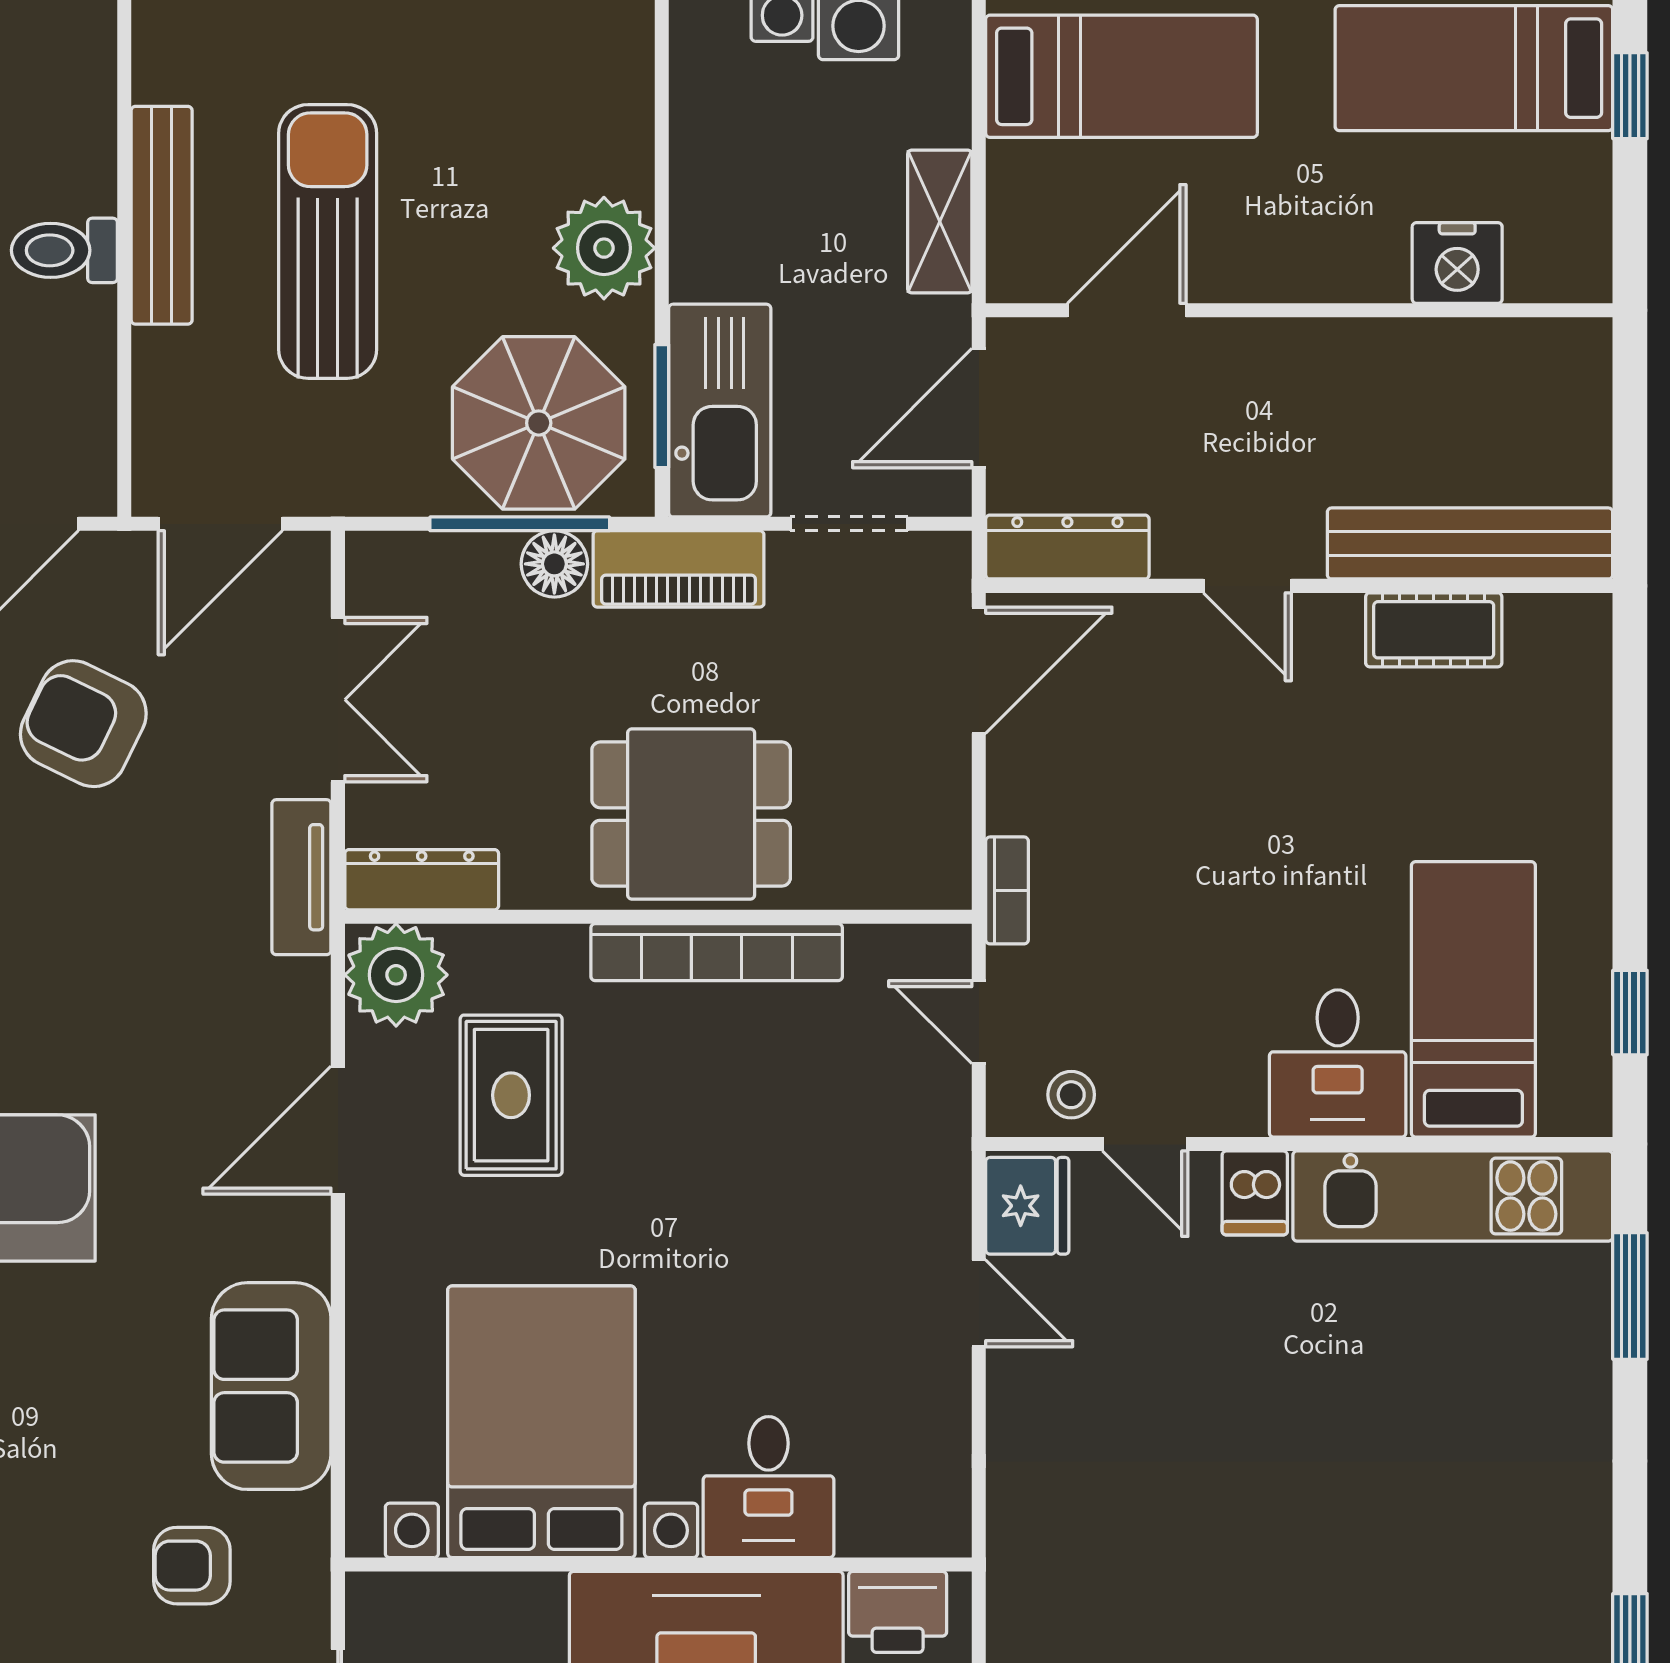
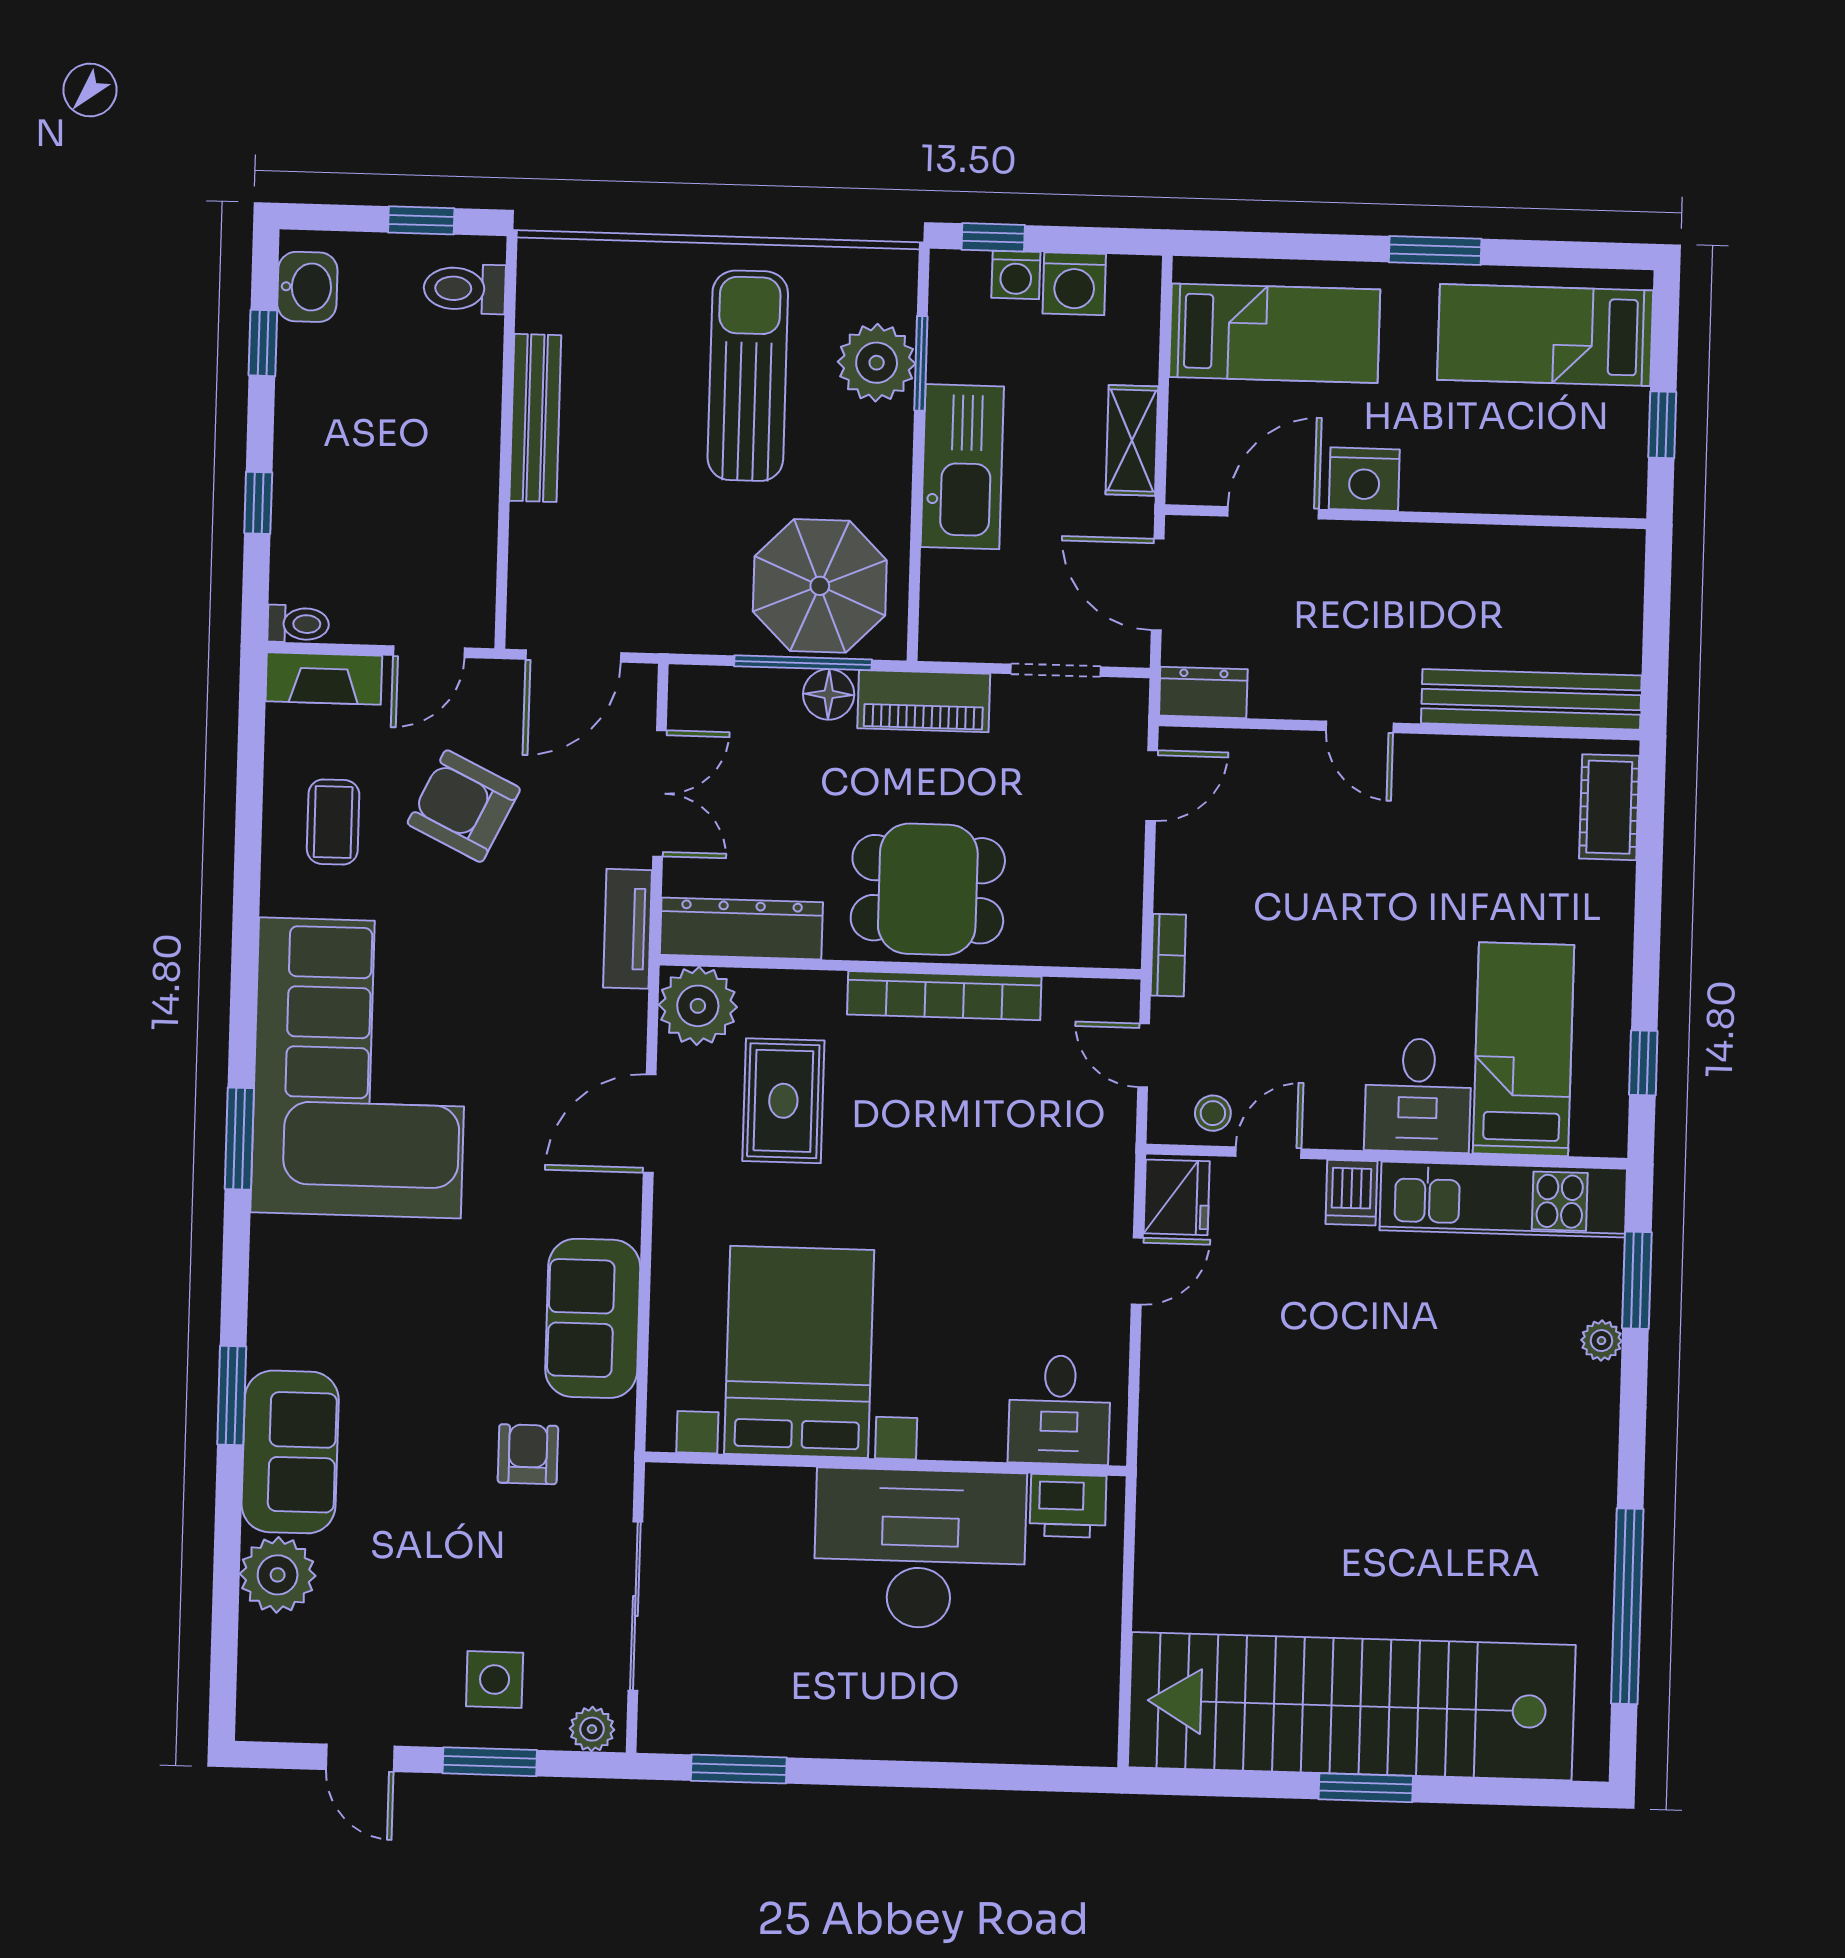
window: (1630, 96) -> (1662, 425), moved
sun lounger: (328, 241) -> (748, 376), moved
plant: (604, 248) -> (877, 363), moved
toilet: (64, 250) -> (465, 289), moved
nightstand: (1457, 263) -> (1364, 479), moved
window: (662, 406) -> (921, 363), moved
door: (979, 408) -> (1158, 584), hinge flipped
kitchen sink: (720, 411) -> (962, 467), moved
dresser: (1067, 547) -> (1203, 692), width x0.70
cot: (1434, 630) -> (1609, 807), moved, turned 90
door: (979, 670) -> (1152, 786), width x0.73
dresser: (422, 880) -> (741, 928), width x1.37, depth x1.24
door: (1145, 1144) -> (1268, 1153), swing flipped
door: (979, 1303) -> (1137, 1271), hinge flipped
plant: (1586, 1376) -> (1601, 1341), added
desk: (768, 1487) -> (1059, 1410), moved
armchair: (192, 1566) -> (528, 1454), turned 90

